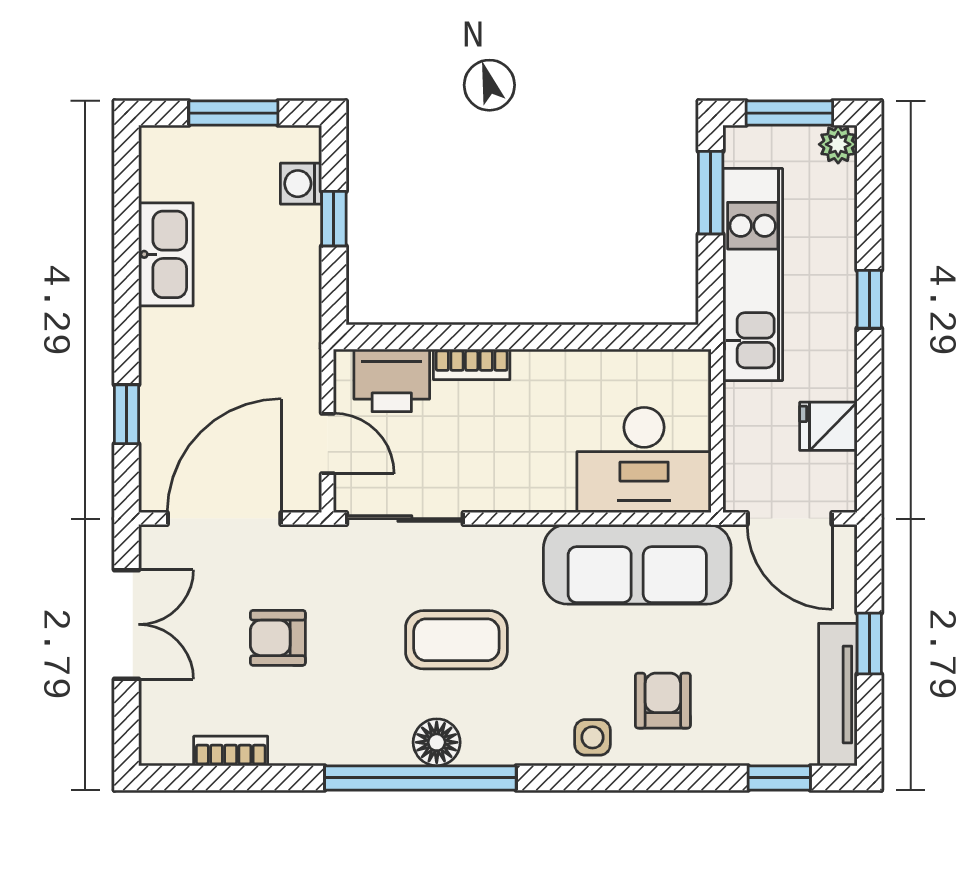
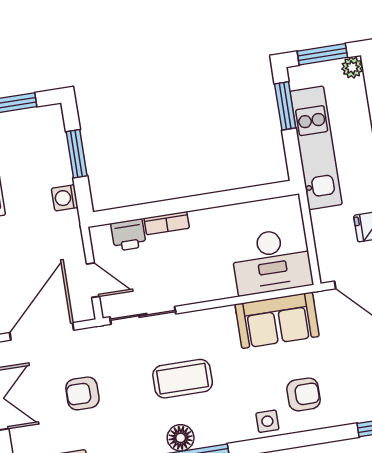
washing machine: (301, 184) -> (65, 198), moved
window: (334, 219) -> (77, 154), width x1.50
printer: (392, 380) -> (128, 235), width x0.73, depth x0.81
sofa: (637, 564) -> (277, 320), width x0.73
armchair: (663, 701) -> (304, 394), turned 90

